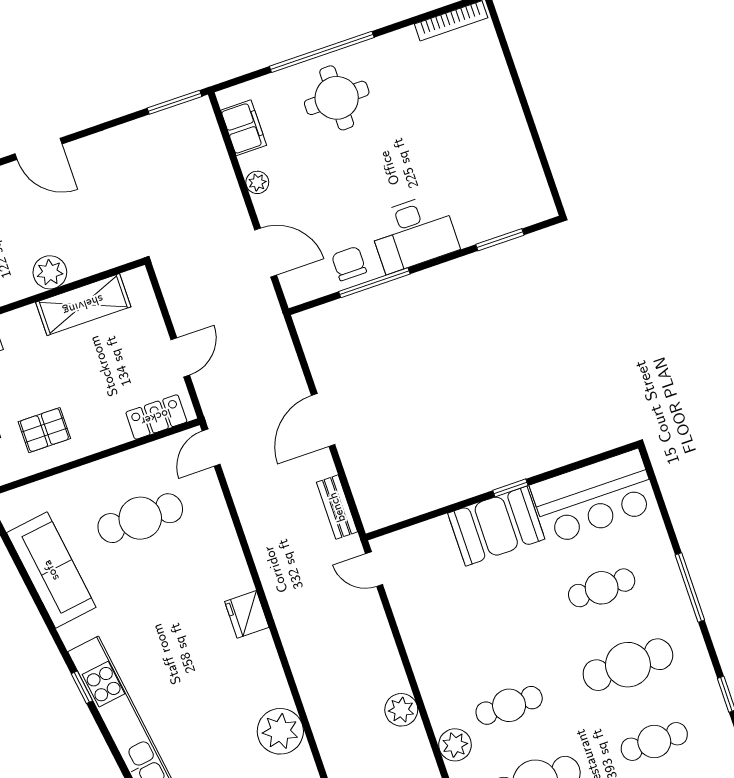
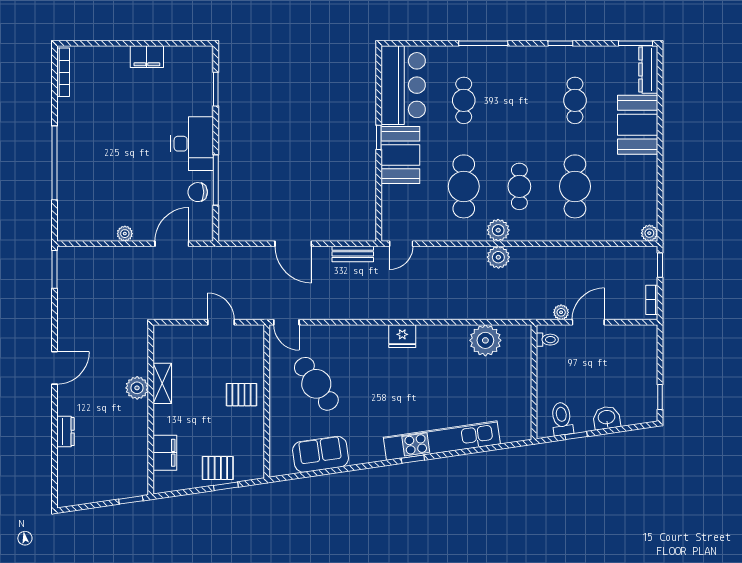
round table: (337, 98) -> (88, 163), removed
filing cabinet: (244, 128) -> (147, 57), moved, turned 180
shelving: (83, 305) -> (162, 383), width x0.67, depth x0.75
locker: (156, 417) -> (254, 351), removed
pallet: (44, 430) -> (241, 395), moved, turned 90
cafe table: (140, 518) -> (316, 384), turned -35
sofa: (51, 570) -> (321, 454), width x0.73
cafe table: (628, 665) -> (464, 186), moved
plant: (455, 745) -> (498, 230), moved

